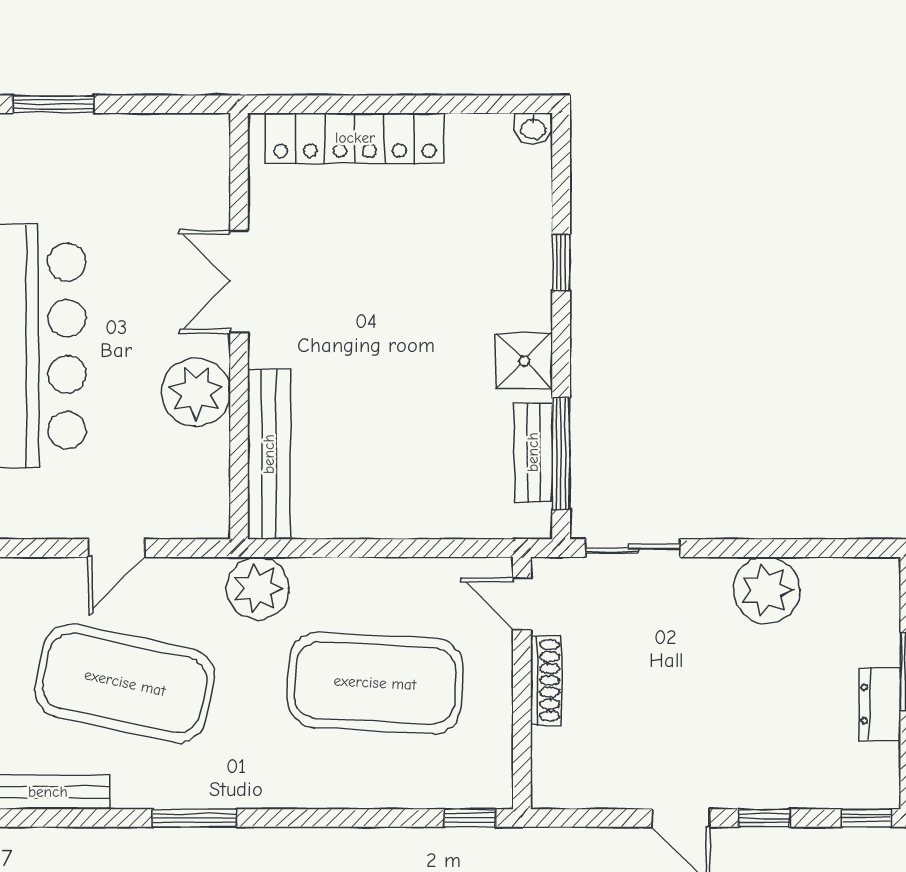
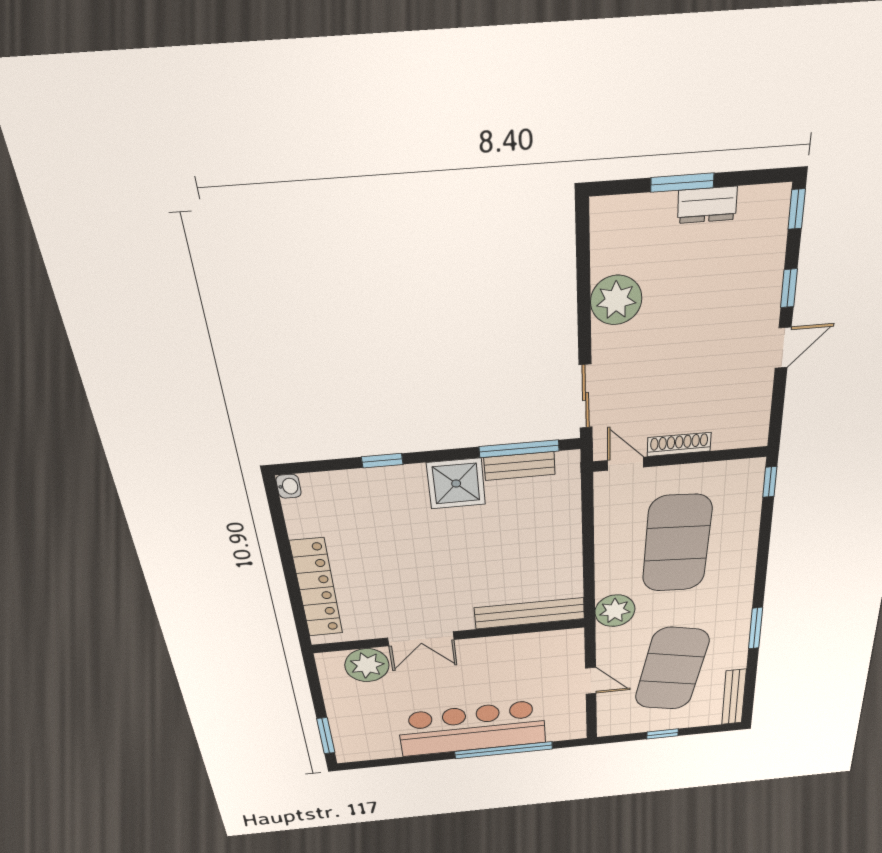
shower: (524, 361) -> (456, 484), width x1.36, depth x1.36
plant: (196, 392) -> (367, 665), moved
door: (522, 604) -> (626, 464), swing flipped

